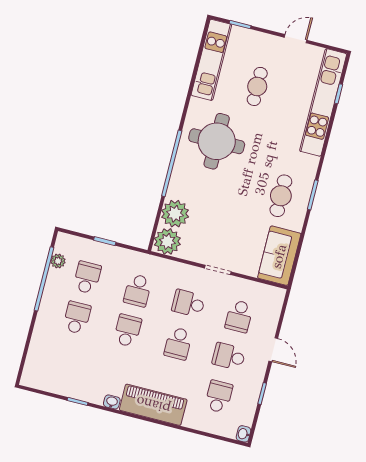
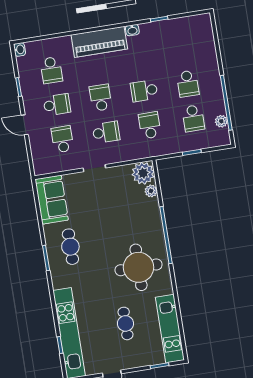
plant: (175, 214) -> (151, 191), width x0.53, depth x0.53
school desk: (127, 331) -> (144, 91), turned 90

